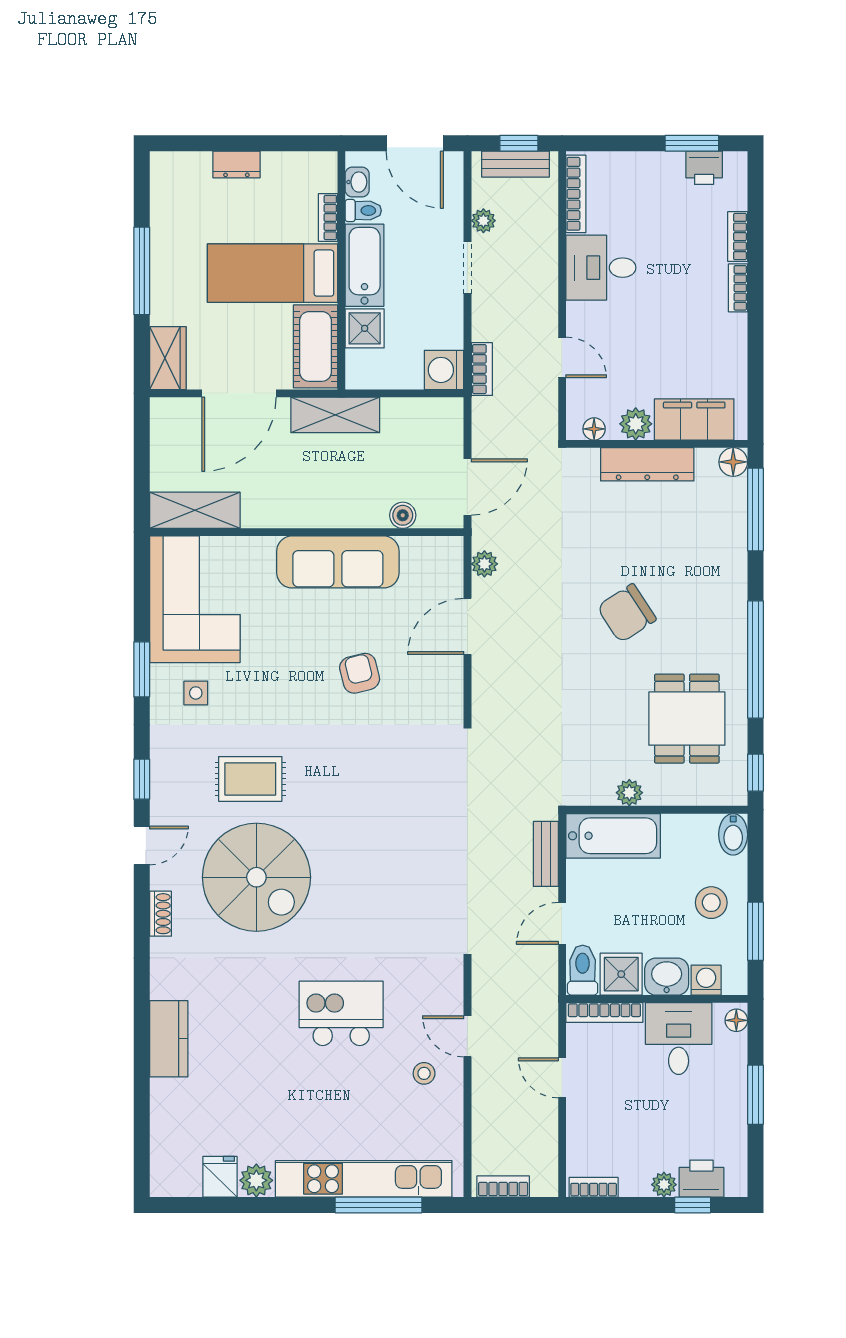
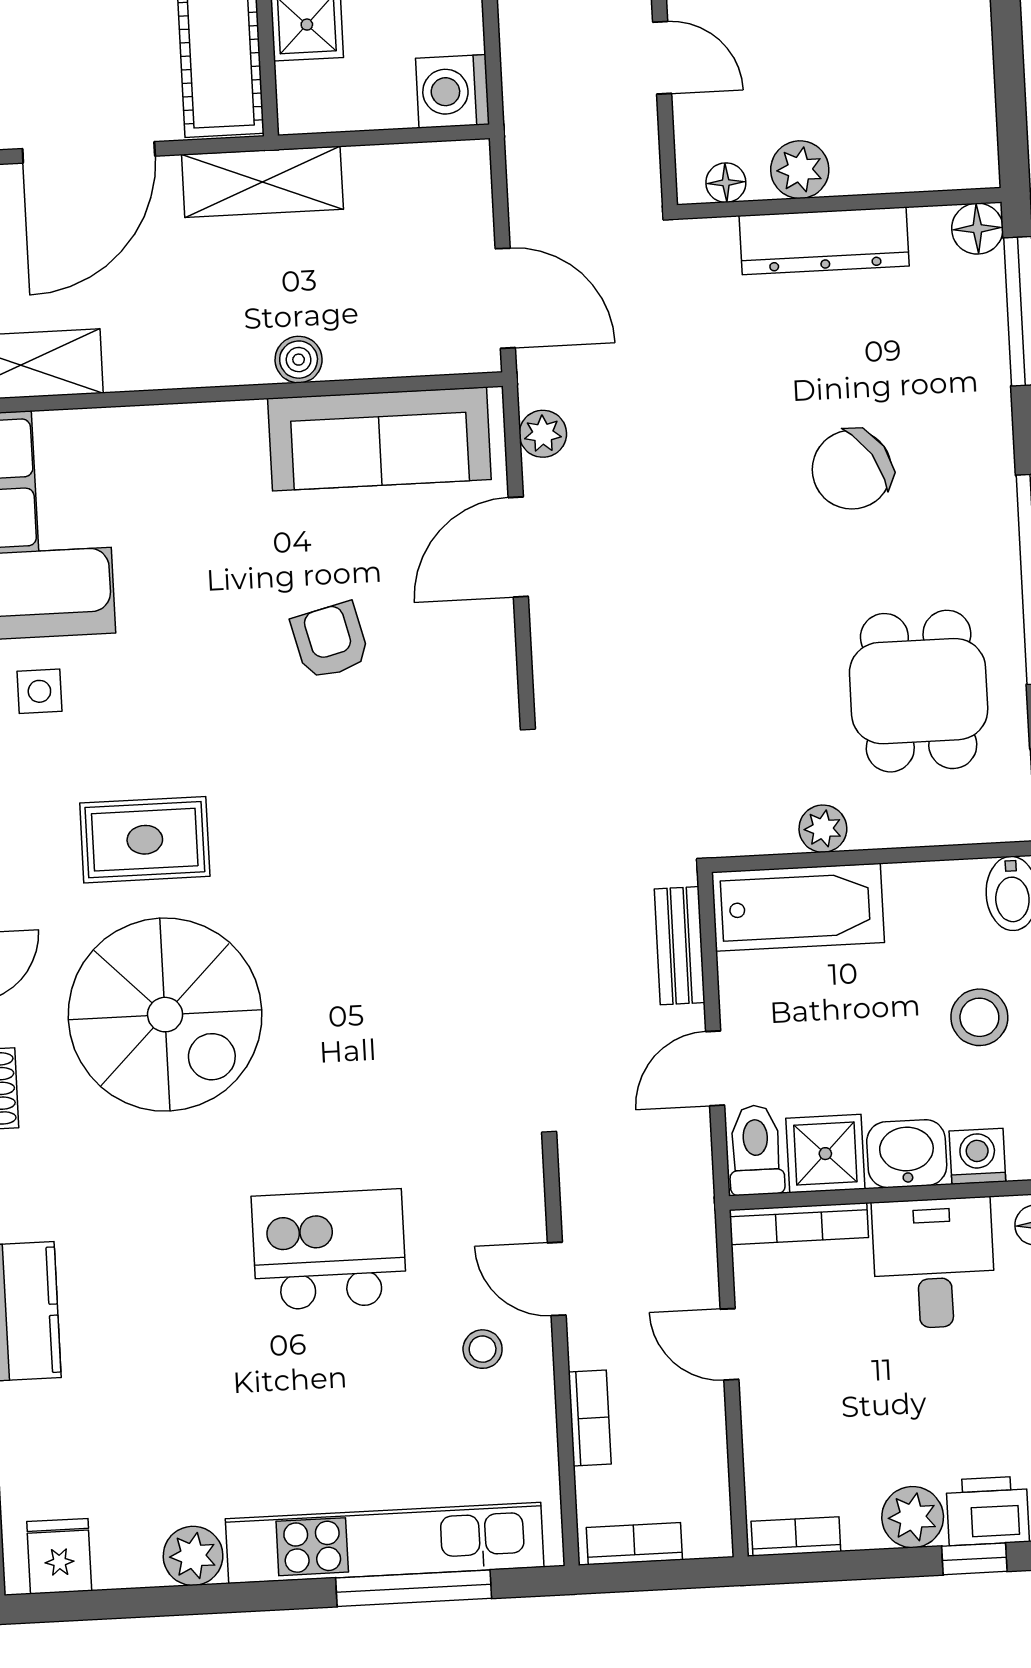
bookcase: (482, 369) -> (590, 1418), moved
filing cabinet: (694, 419) -> (904, 156), removed
door: (467, 487) -> (505, 298), hinge flipped
boiler: (403, 515) -> (299, 360), moved
sofa: (338, 562) -> (379, 439), moved
chair: (627, 613) -> (852, 470), moved
fridge: (220, 1177) -> (59, 1556), moved
plant: (664, 1185) -> (913, 1517), width x1.38, depth x1.38

